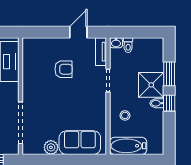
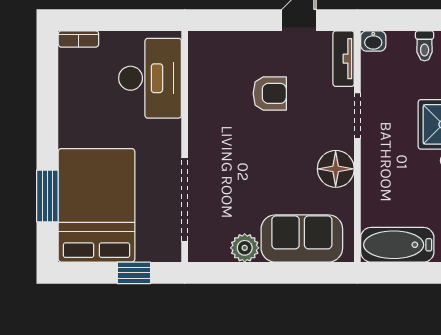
toilet: (128, 45) -> (425, 46), moved
floor lamp: (97, 107) -> (336, 169), added
stool: (125, 115) -> (391, 185), removed

